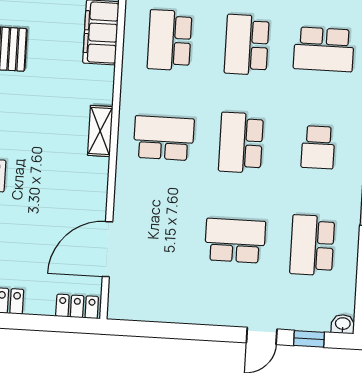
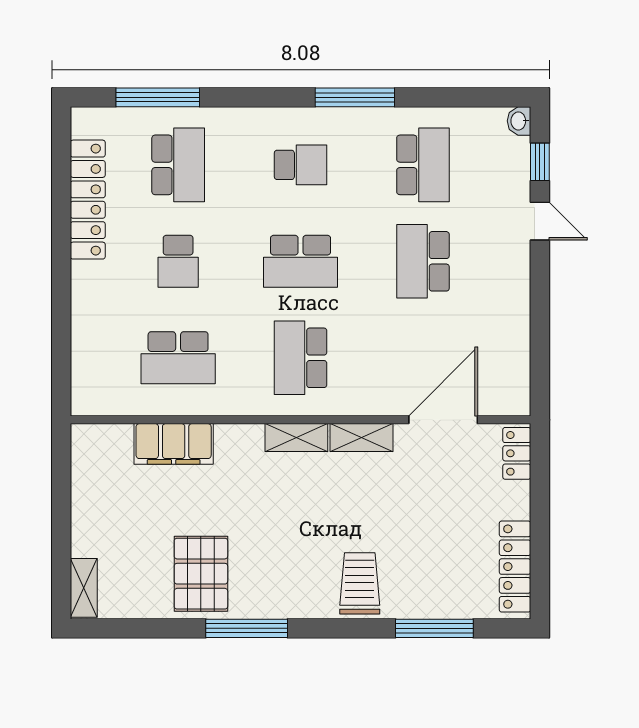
school desk: (247, 45) -> (178, 261), width x0.54
shelving: (97, 183) -> (362, 438), added
school desk: (312, 245) -> (423, 165), turned -90
door: (107, 249) -> (443, 420), swing flipped

